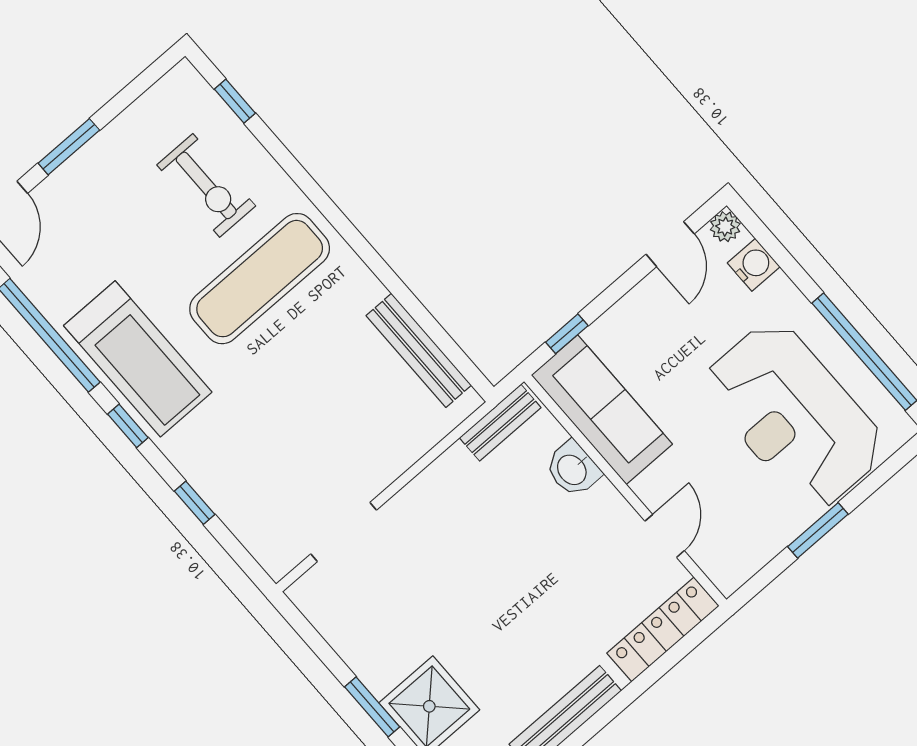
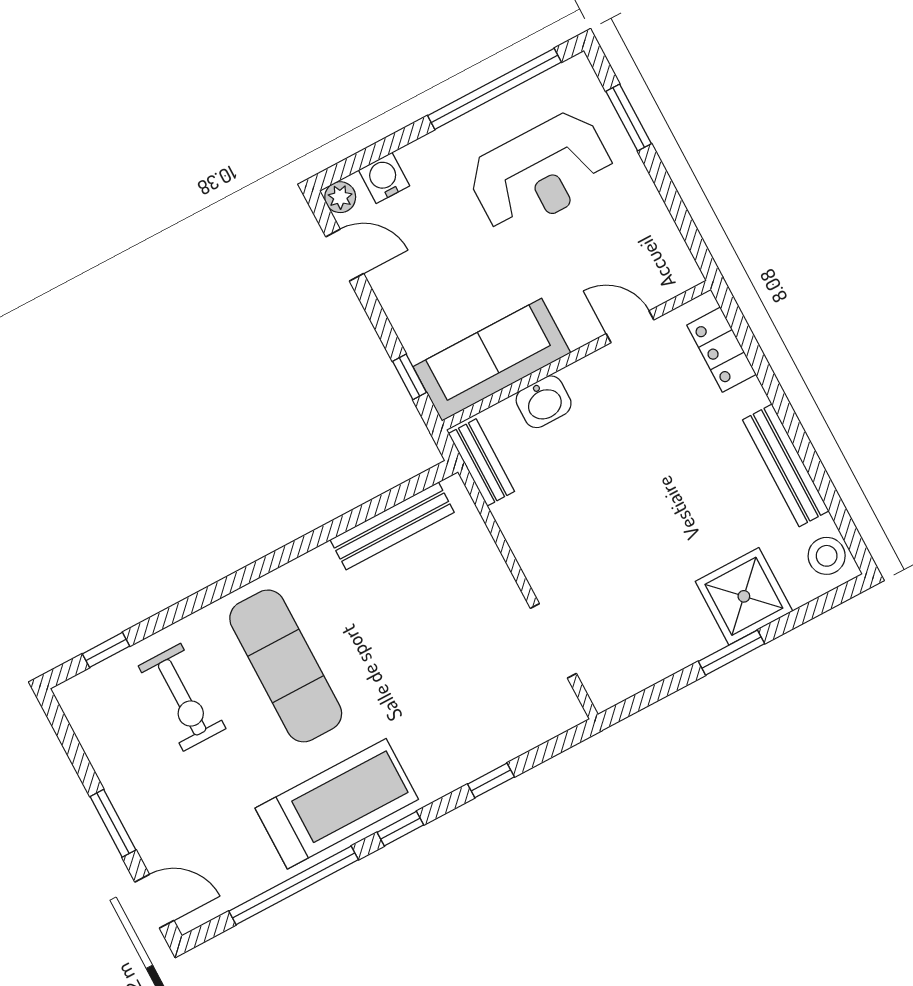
exercise bike: (206, 185) -> (182, 697), turned 90
reception desk: (794, 415) -> (541, 172), width x0.74, depth x0.77
window: (818, 530) -> (629, 117), moved
locker: (663, 630) -> (722, 350), width x0.66

